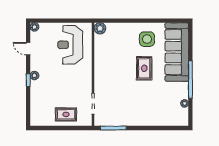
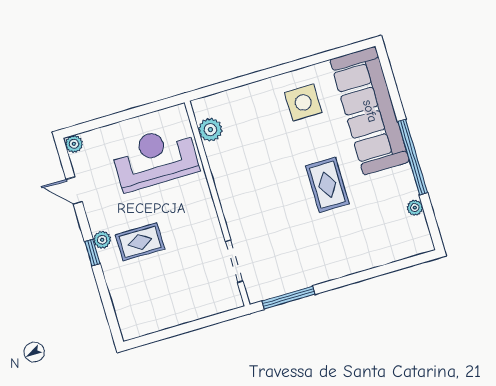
plant: (100, 28) -> (210, 130), moved
reception desk: (70, 45) -> (155, 158), turned 90
rug: (144, 68) -> (327, 185), moved
rug: (66, 114) -> (140, 242), moved

